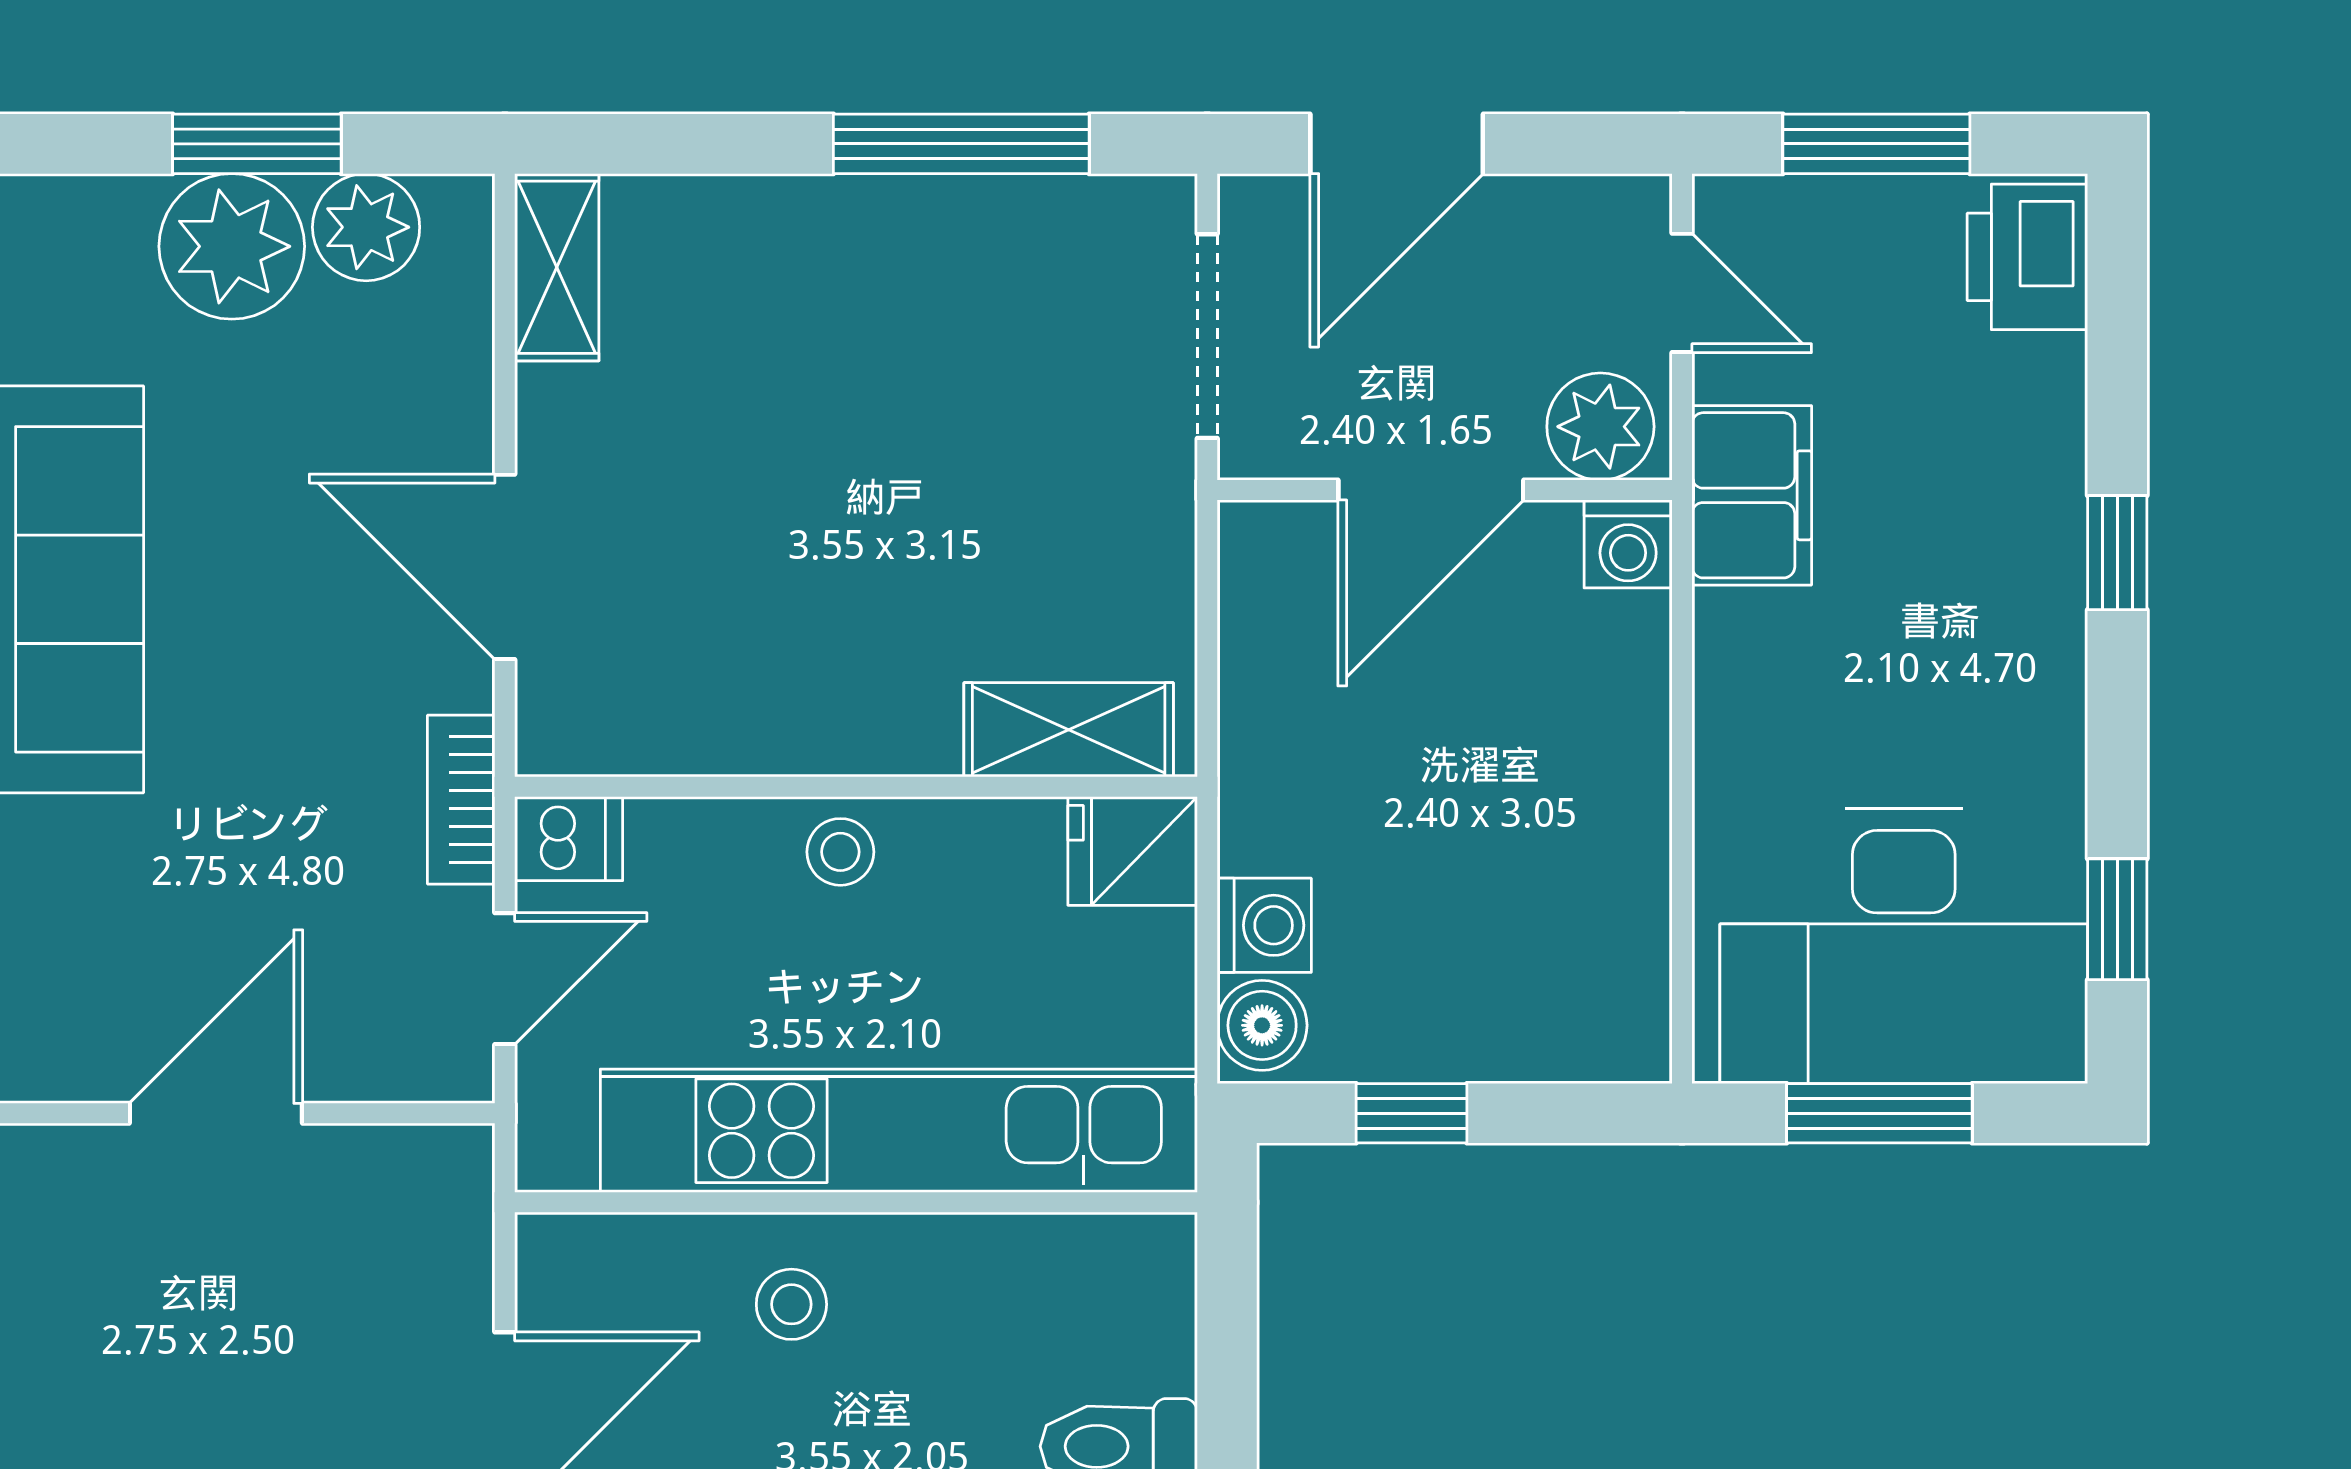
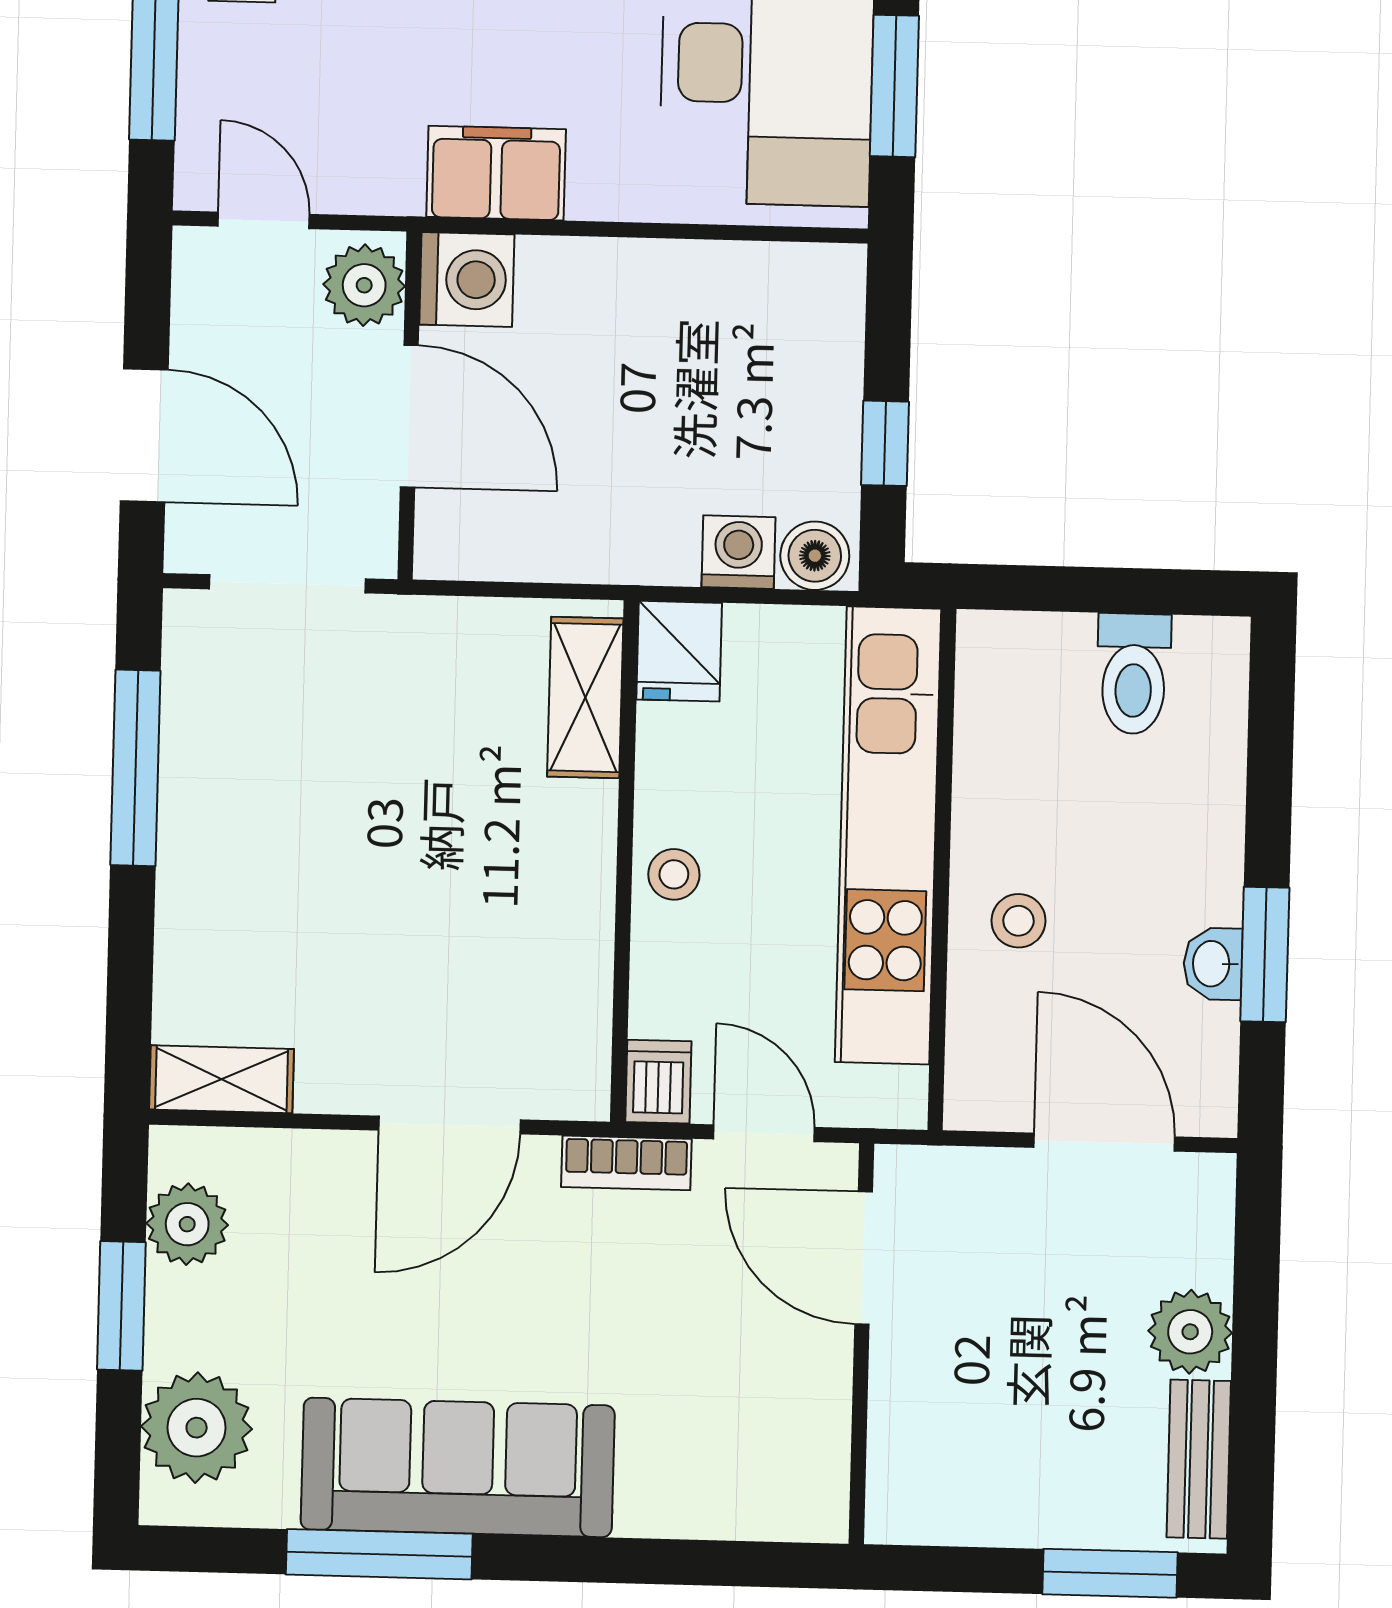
plant: (232, 246) -> (197, 1428), moved
door: (1682, 293) -> (264, 220), hinge flipped
filing cabinet: (1752, 495) -> (496, 173), moved
washing machine: (1628, 544) -> (467, 279), width x1.38, depth x1.38
door: (216, 1113) -> (864, 1258), moved

